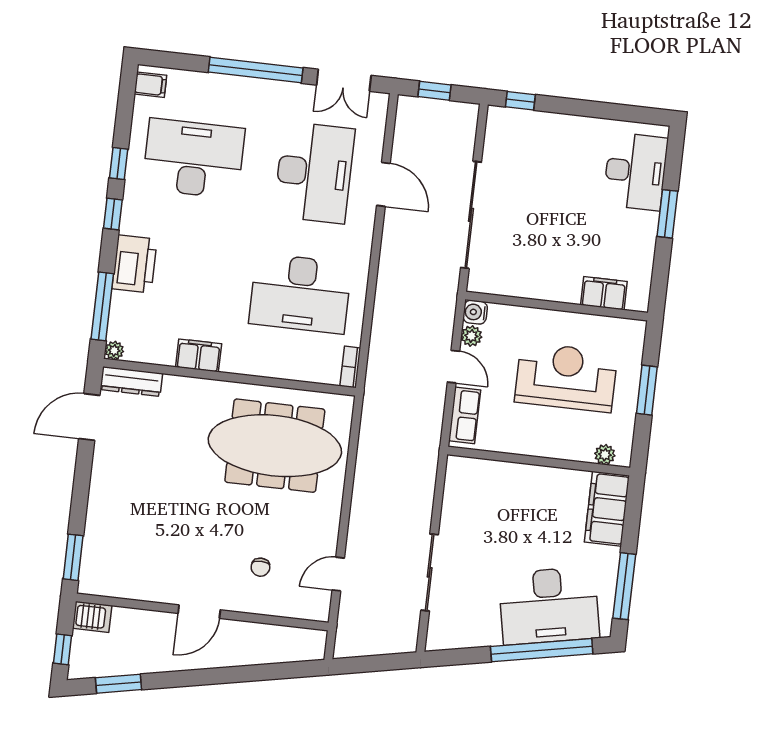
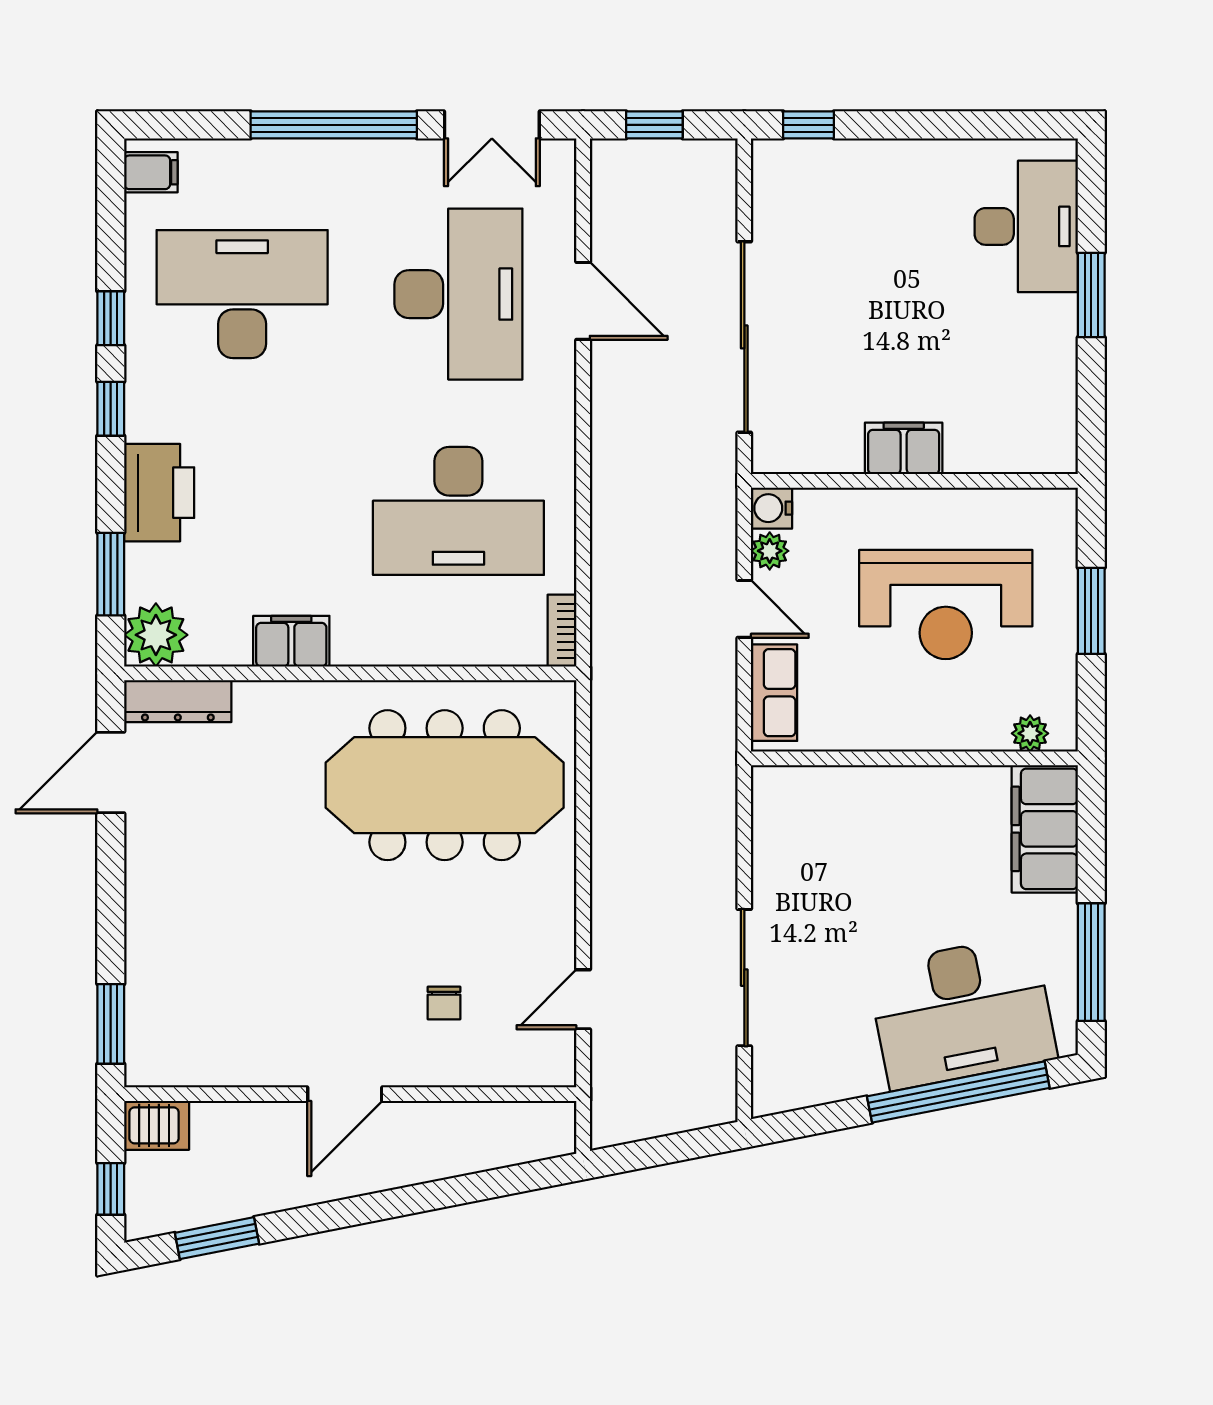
filing cabinet: (604, 293) -> (904, 448), moved
window: (102, 306) -> (111, 574), width x0.69
plant: (114, 350) -> (156, 635), width x1.88, depth x1.88
reception desk: (566, 377) -> (946, 605), turned 180

